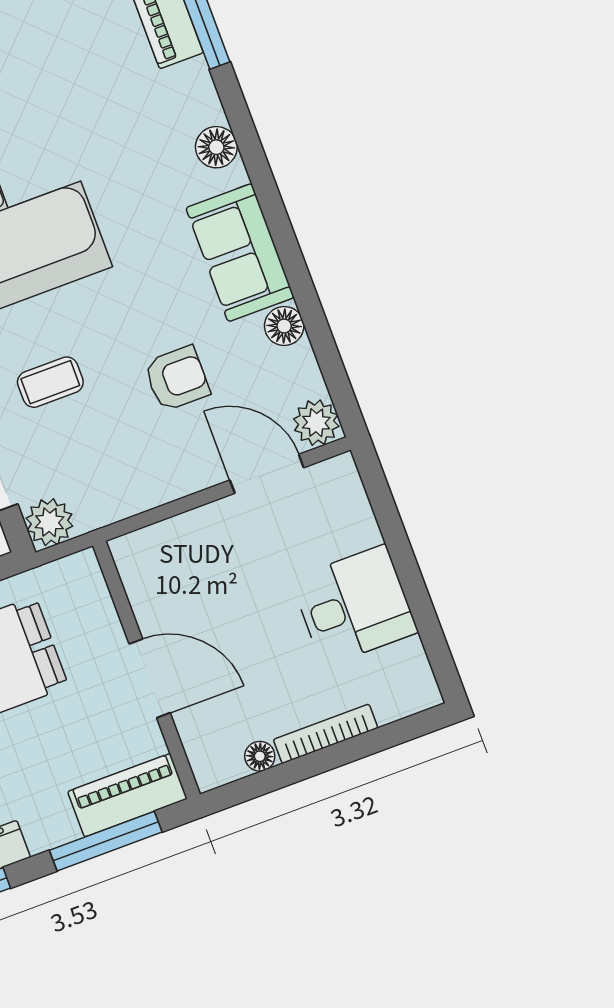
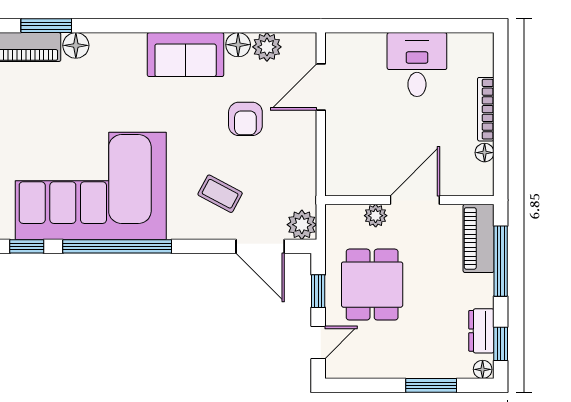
floor lamp: (216, 147) -> (76, 45), moved
armchair: (177, 378) -> (245, 119), turned 180
coffee table: (50, 382) -> (220, 194), turned -62
plant: (316, 423) -> (267, 47), moved
plant: (104, 628) -> (376, 216), added

